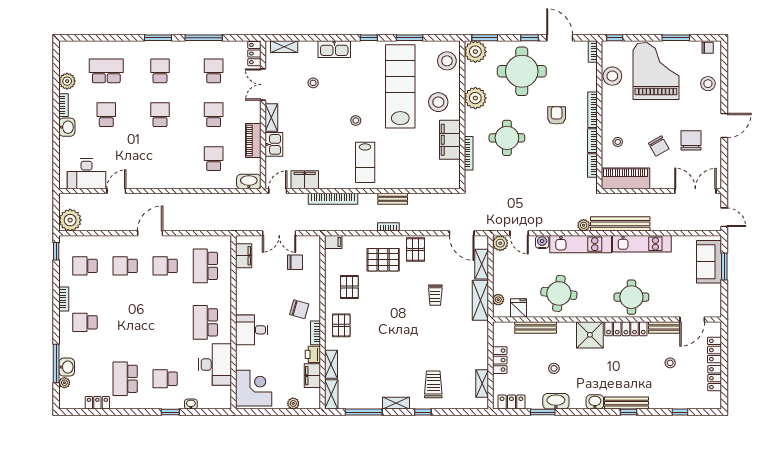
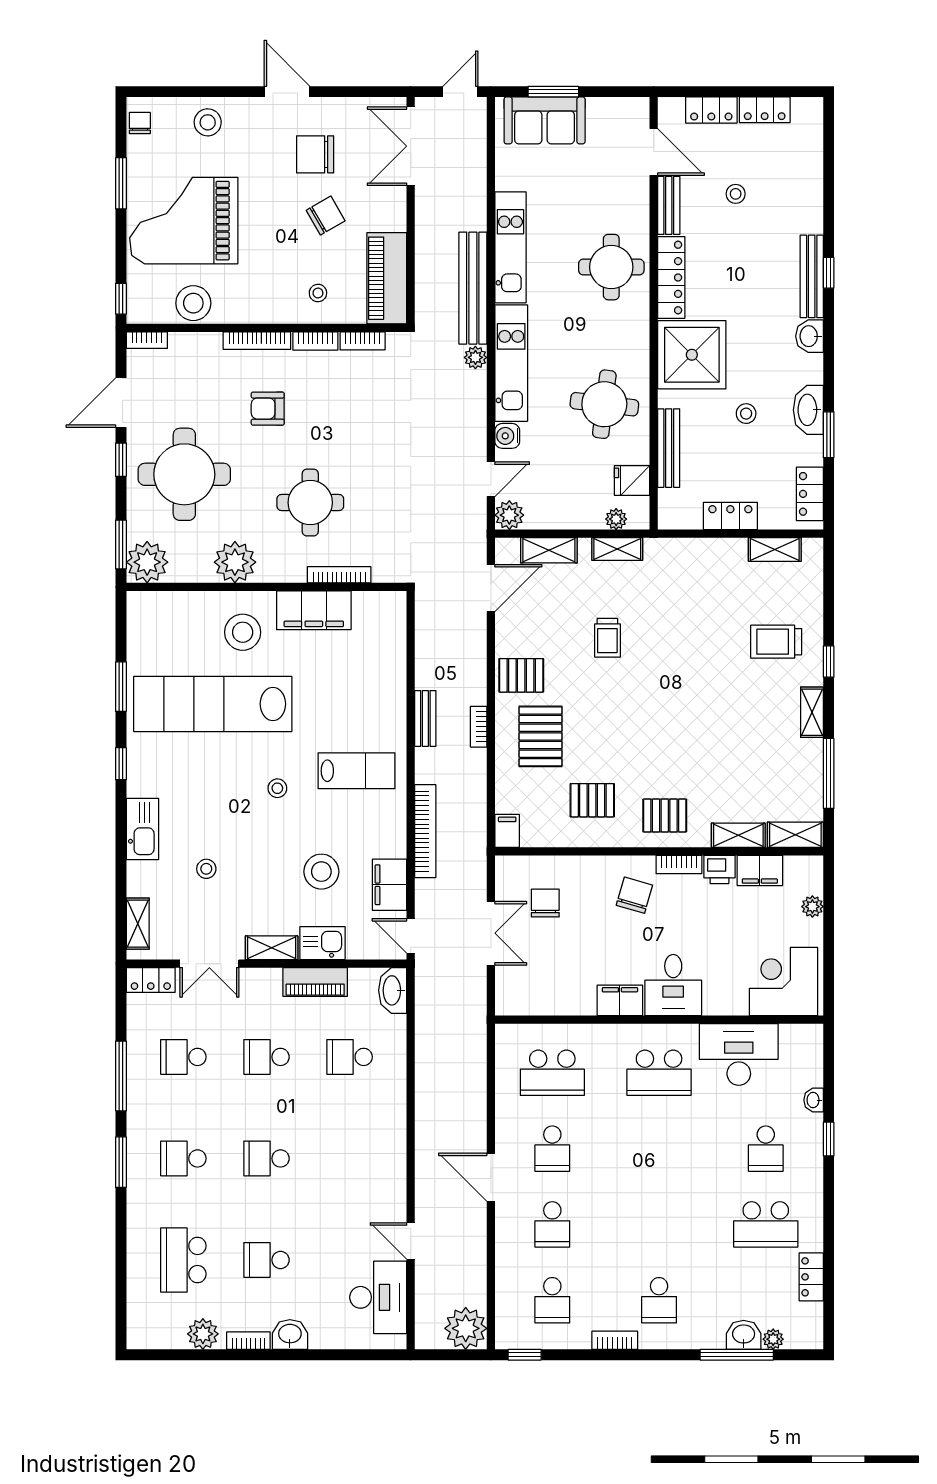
stool: (447, 61) -> (321, 872), moved
filing cabinet: (244, 256) -> (620, 1000), moved
trolley: (435, 295) -> (607, 638), turned 90
shelving: (480, 300) -> (617, 549), width x0.67, depth x0.75
shower: (590, 335) -> (692, 355), width x1.37, depth x1.37
window: (680, 412) -> (829, 175), removed

